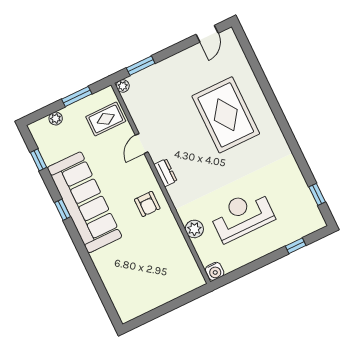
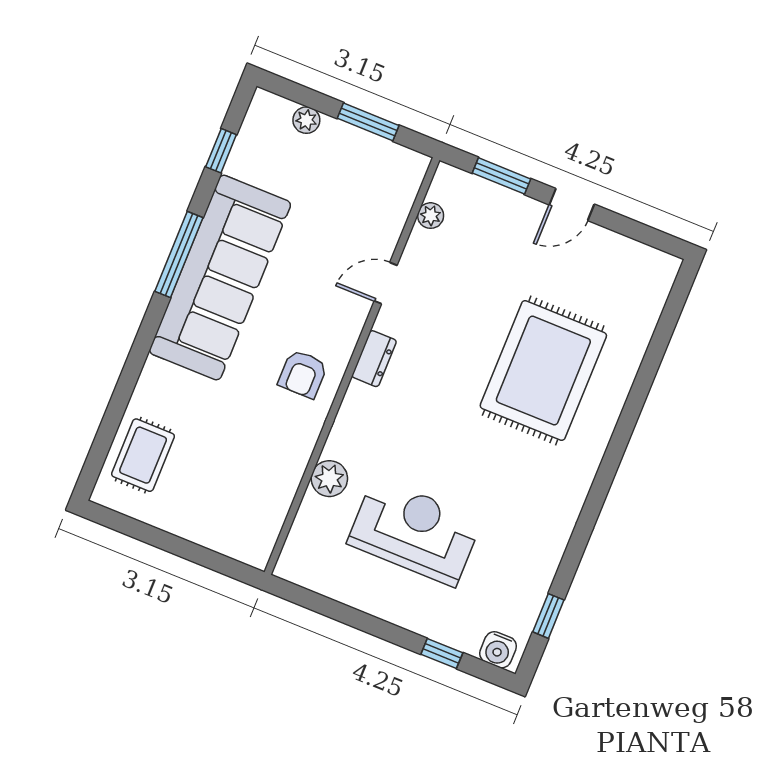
door: (207, 34) -> (572, 205), moved
plant: (123, 86) -> (431, 216), moved
rug: (106, 119) -> (143, 455), moved, turned 90
window: (62, 210) -> (179, 254), width x2.17
water cooler: (215, 271) -> (498, 650), moved

